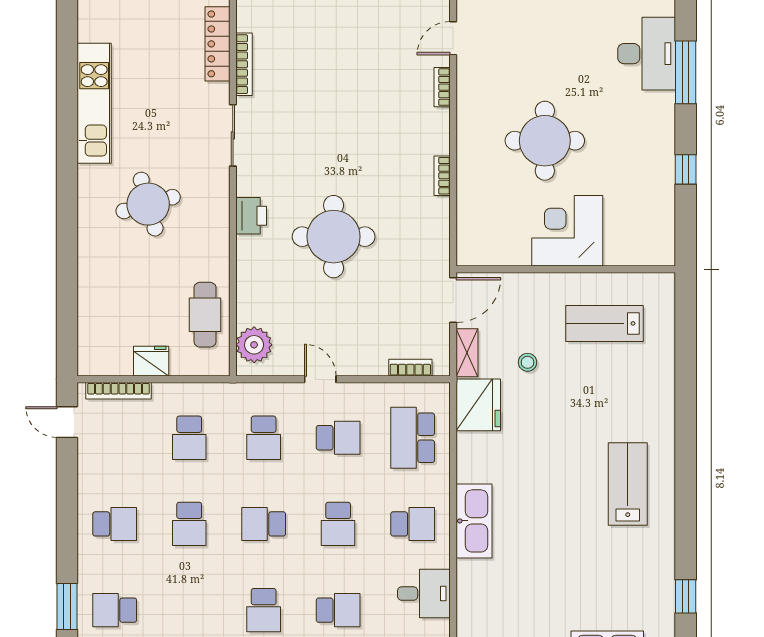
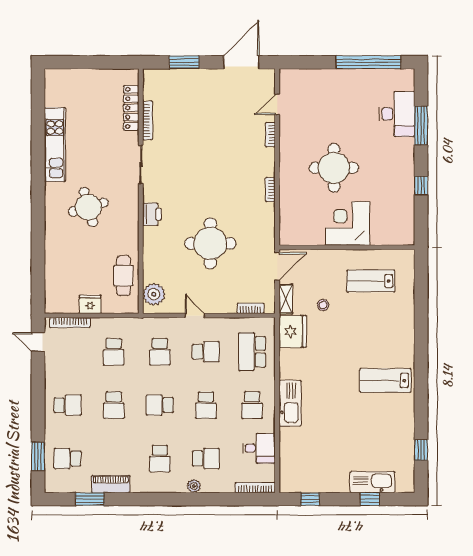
round table: (334, 237) -> (210, 243), moved
lab bench: (628, 484) -> (385, 380), turned -90
school desk: (413, 524) -> (252, 405), turned 90

